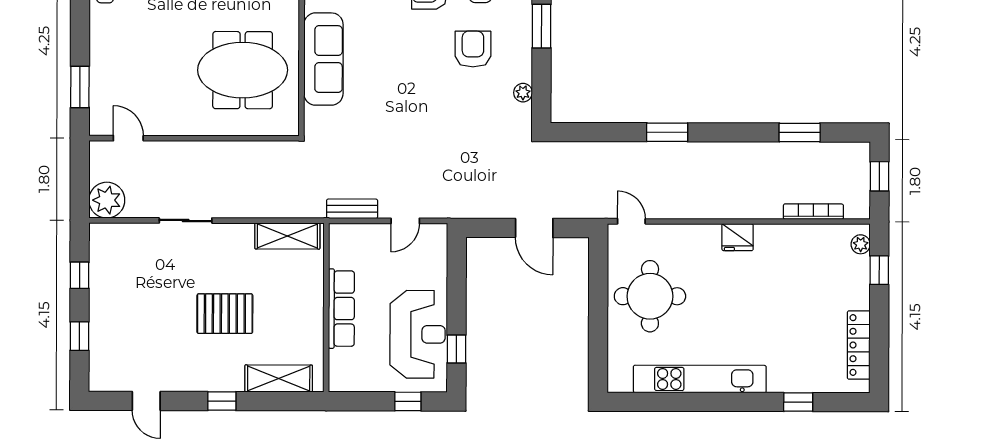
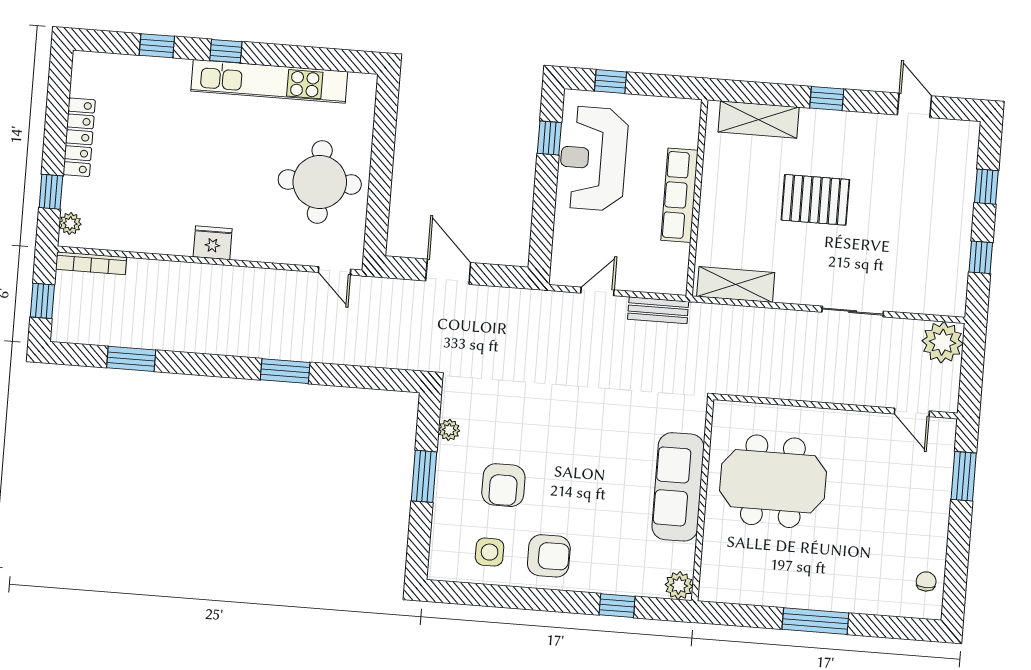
window: (542, 26) -> (424, 476), moved
bookcase: (813, 212) -> (91, 263), moved
locker: (859, 345) -> (79, 137), moved
window: (739, 402) -> (226, 51), added

